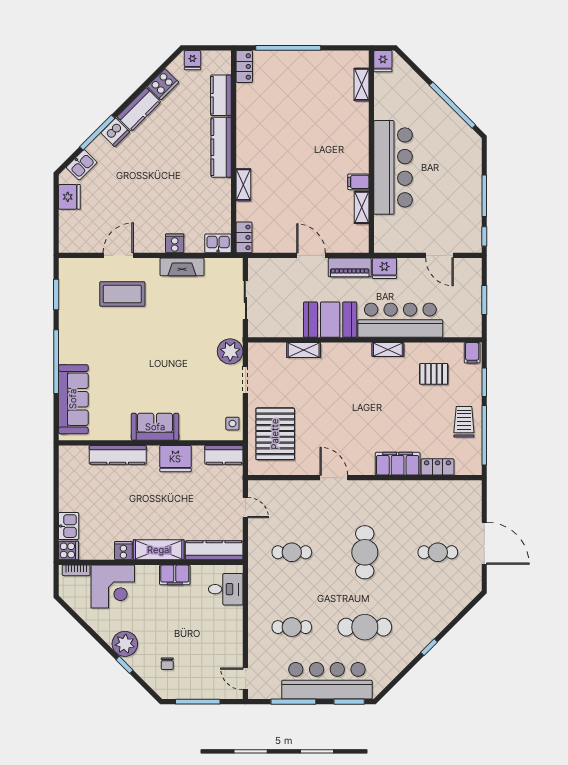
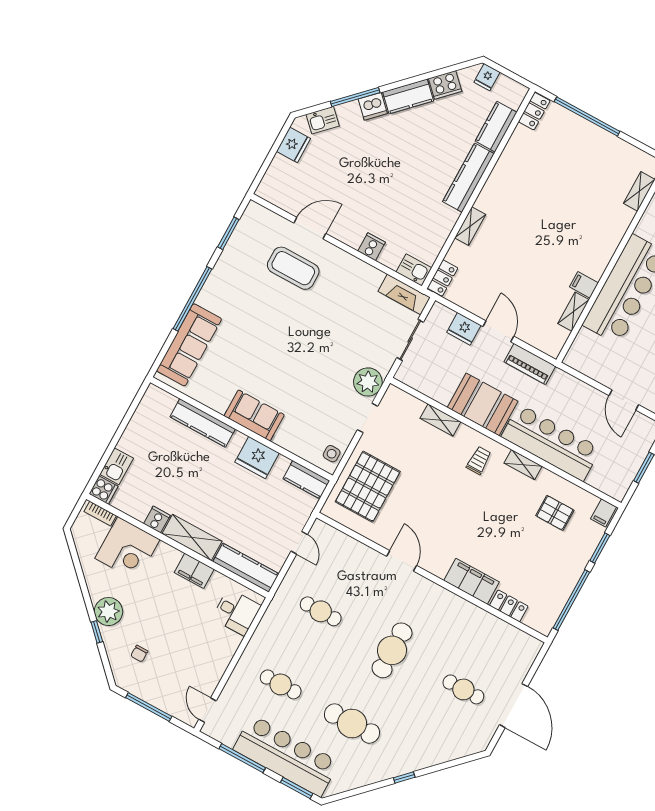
fireplace: (182, 267) -> (404, 294), moved
fridge: (384, 268) -> (464, 329), moved
trolley: (464, 422) -> (479, 460), moved, width x0.73, depth x0.72

